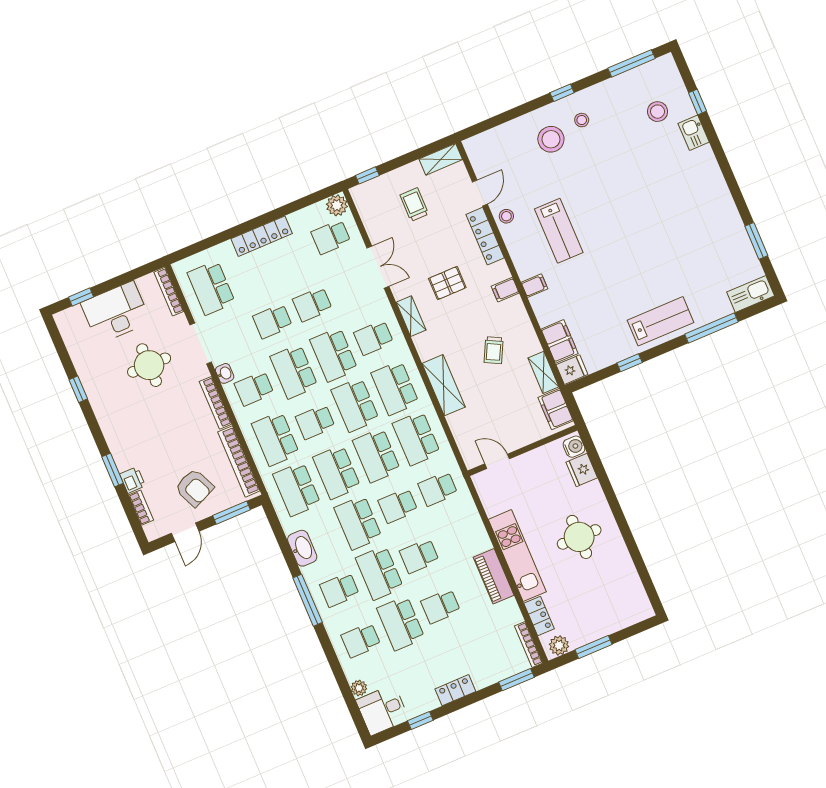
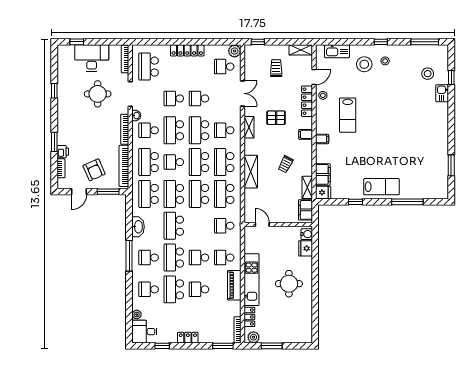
kitchen sink: (751, 294) -> (337, 51), moved, turned 180
school desk: (398, 506) -> (224, 258), moved

